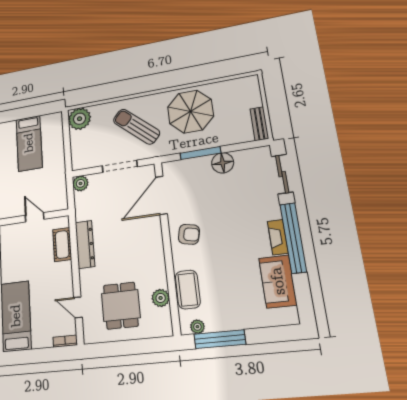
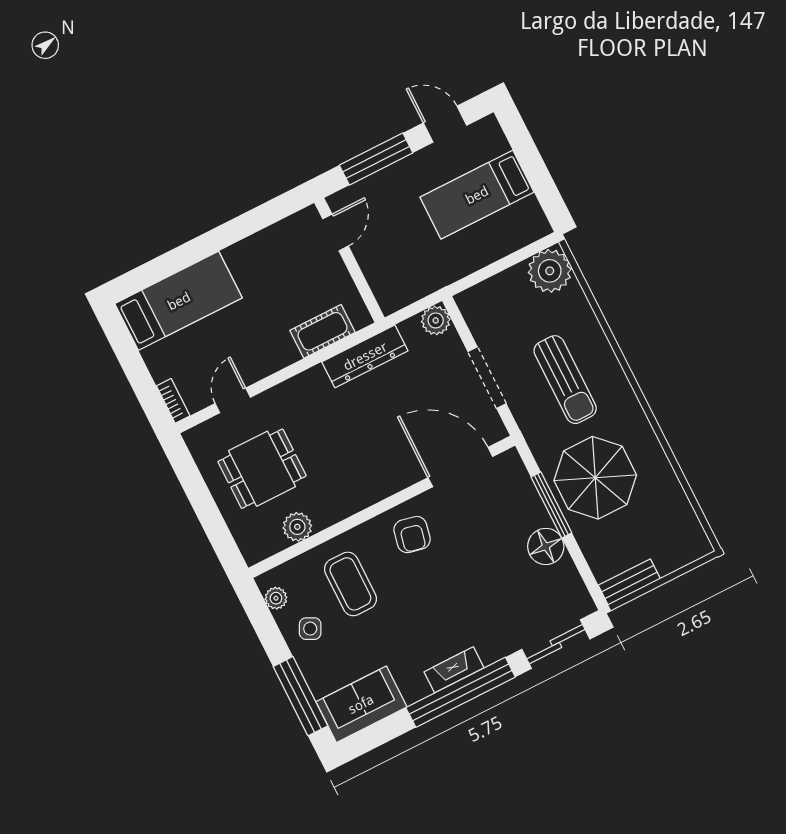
parasol: (190, 112) -> (595, 478), moved
sun lounger: (136, 127) -> (565, 380), turned 138
door: (35, 217) -> (335, 232), moved
dresser: (85, 244) -> (365, 356), moved
sofa: (278, 281) -> (361, 704), moved
coffee table: (188, 290) -> (350, 584), moved, turned 90
side table: (223, 313) -> (310, 629), added
window: (220, 339) -> (300, 696), moved

